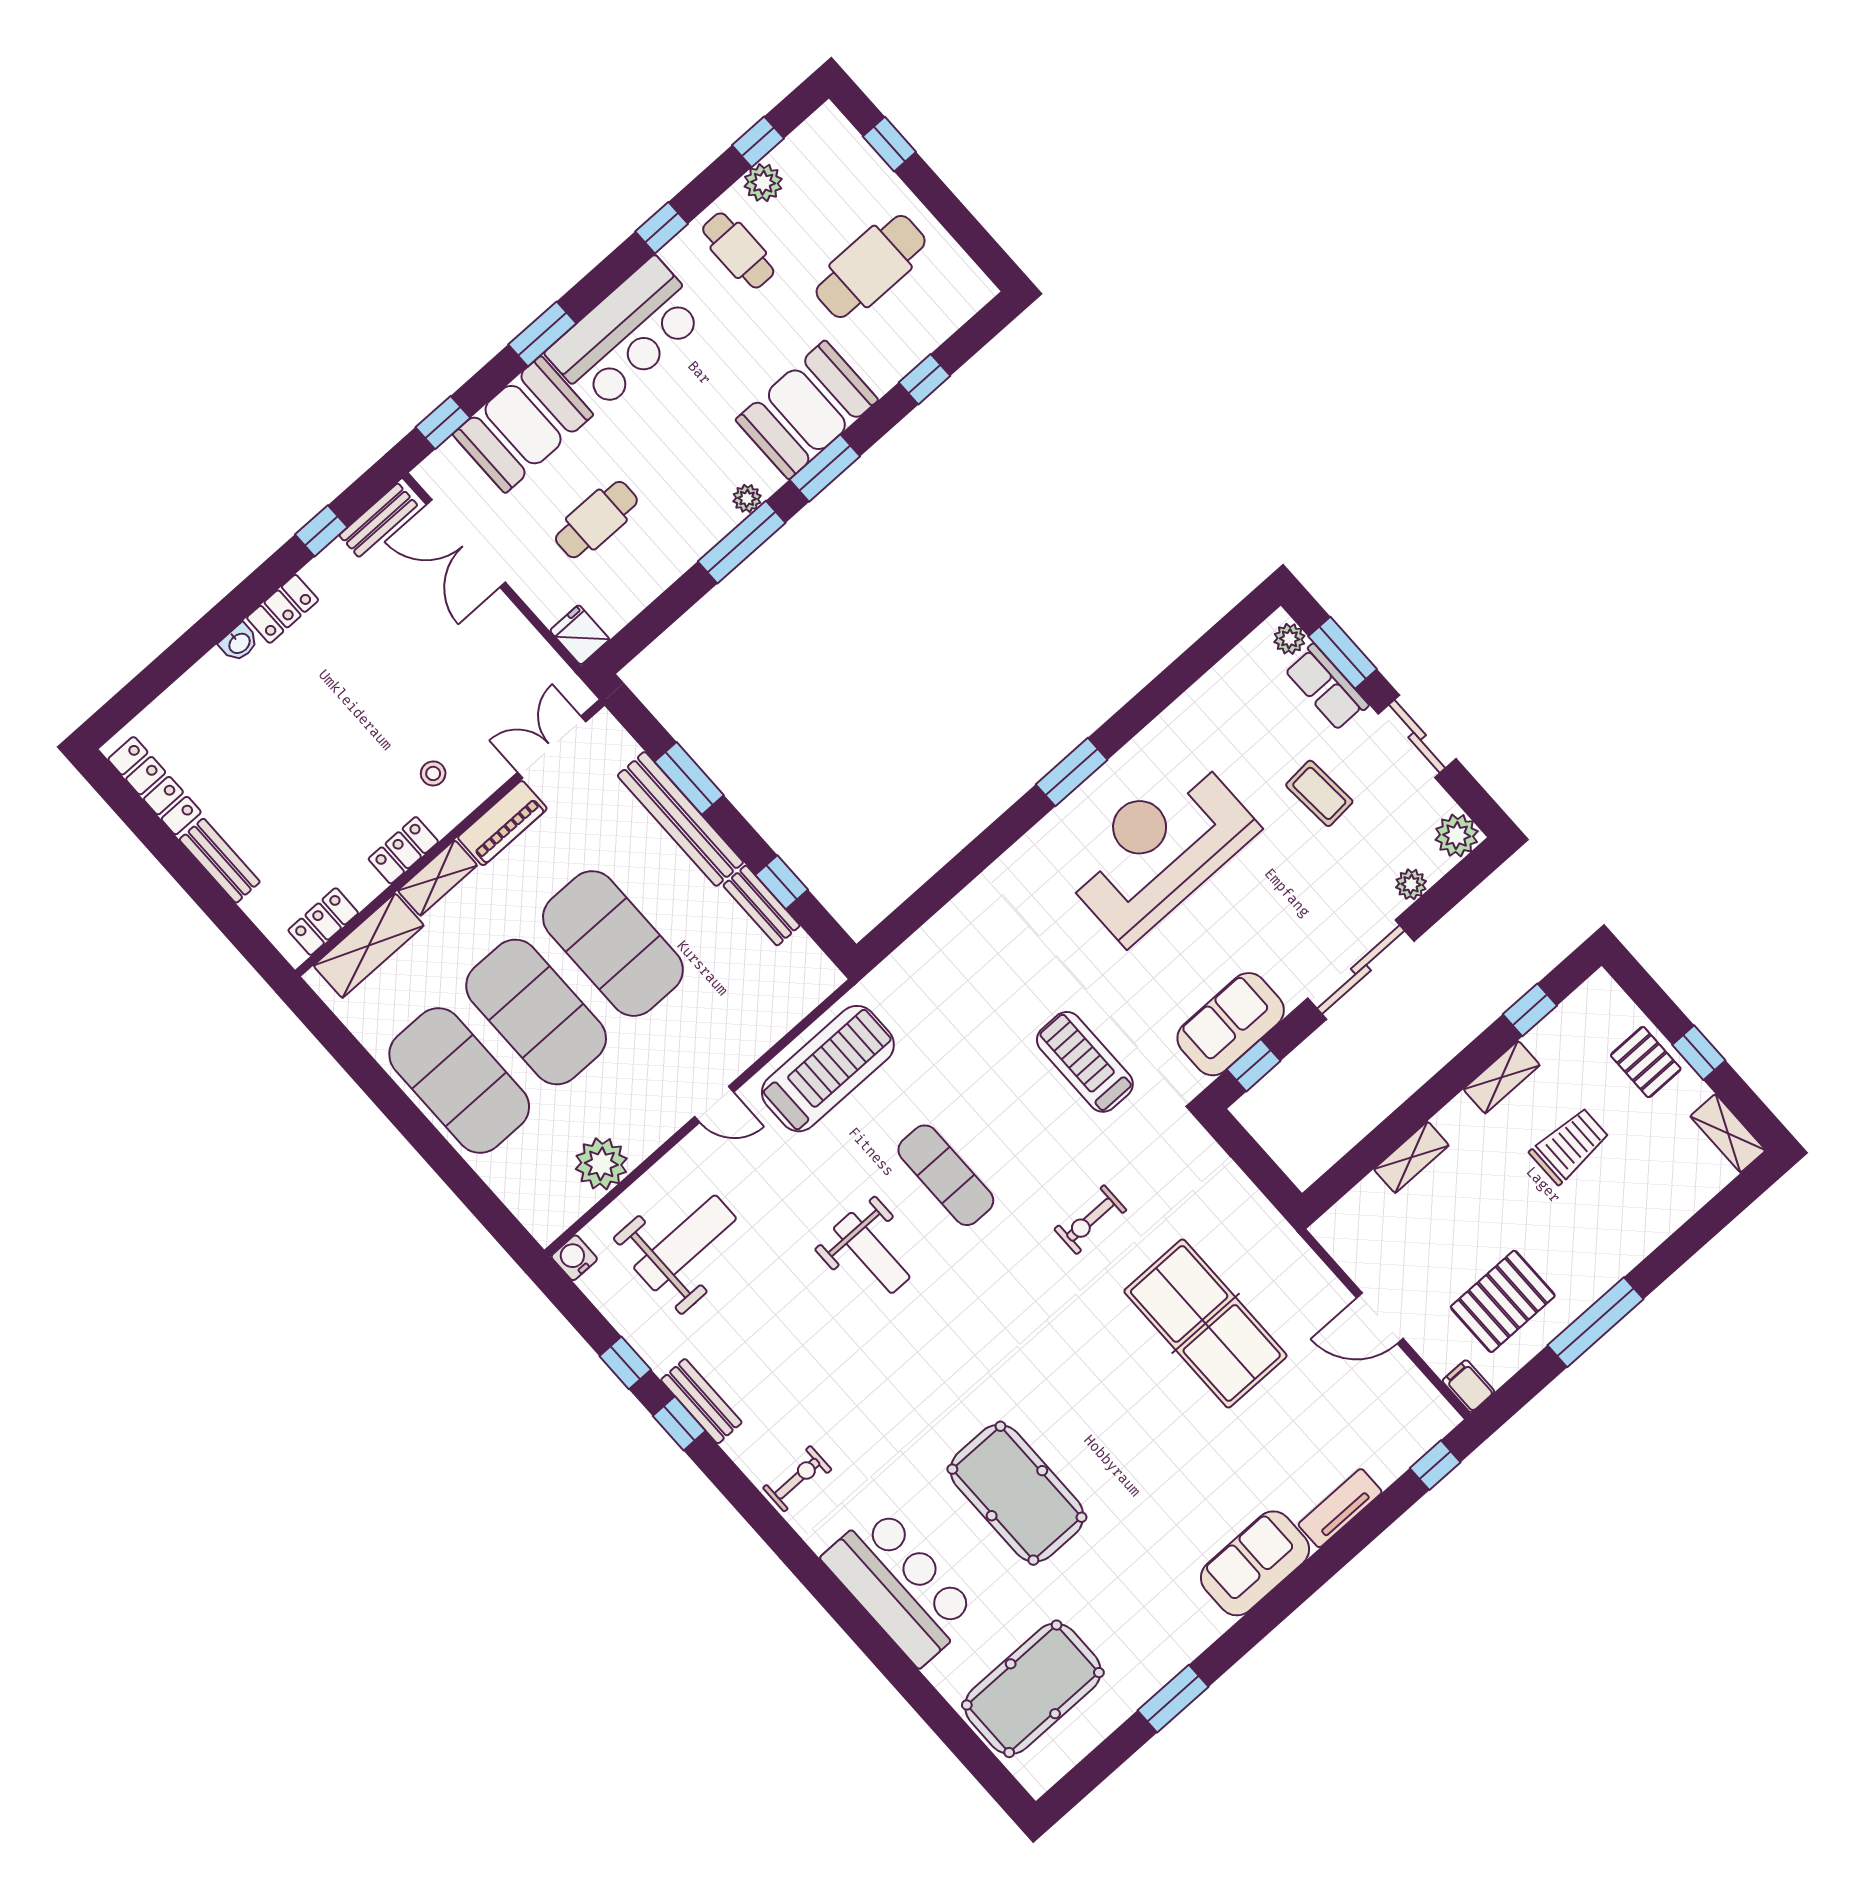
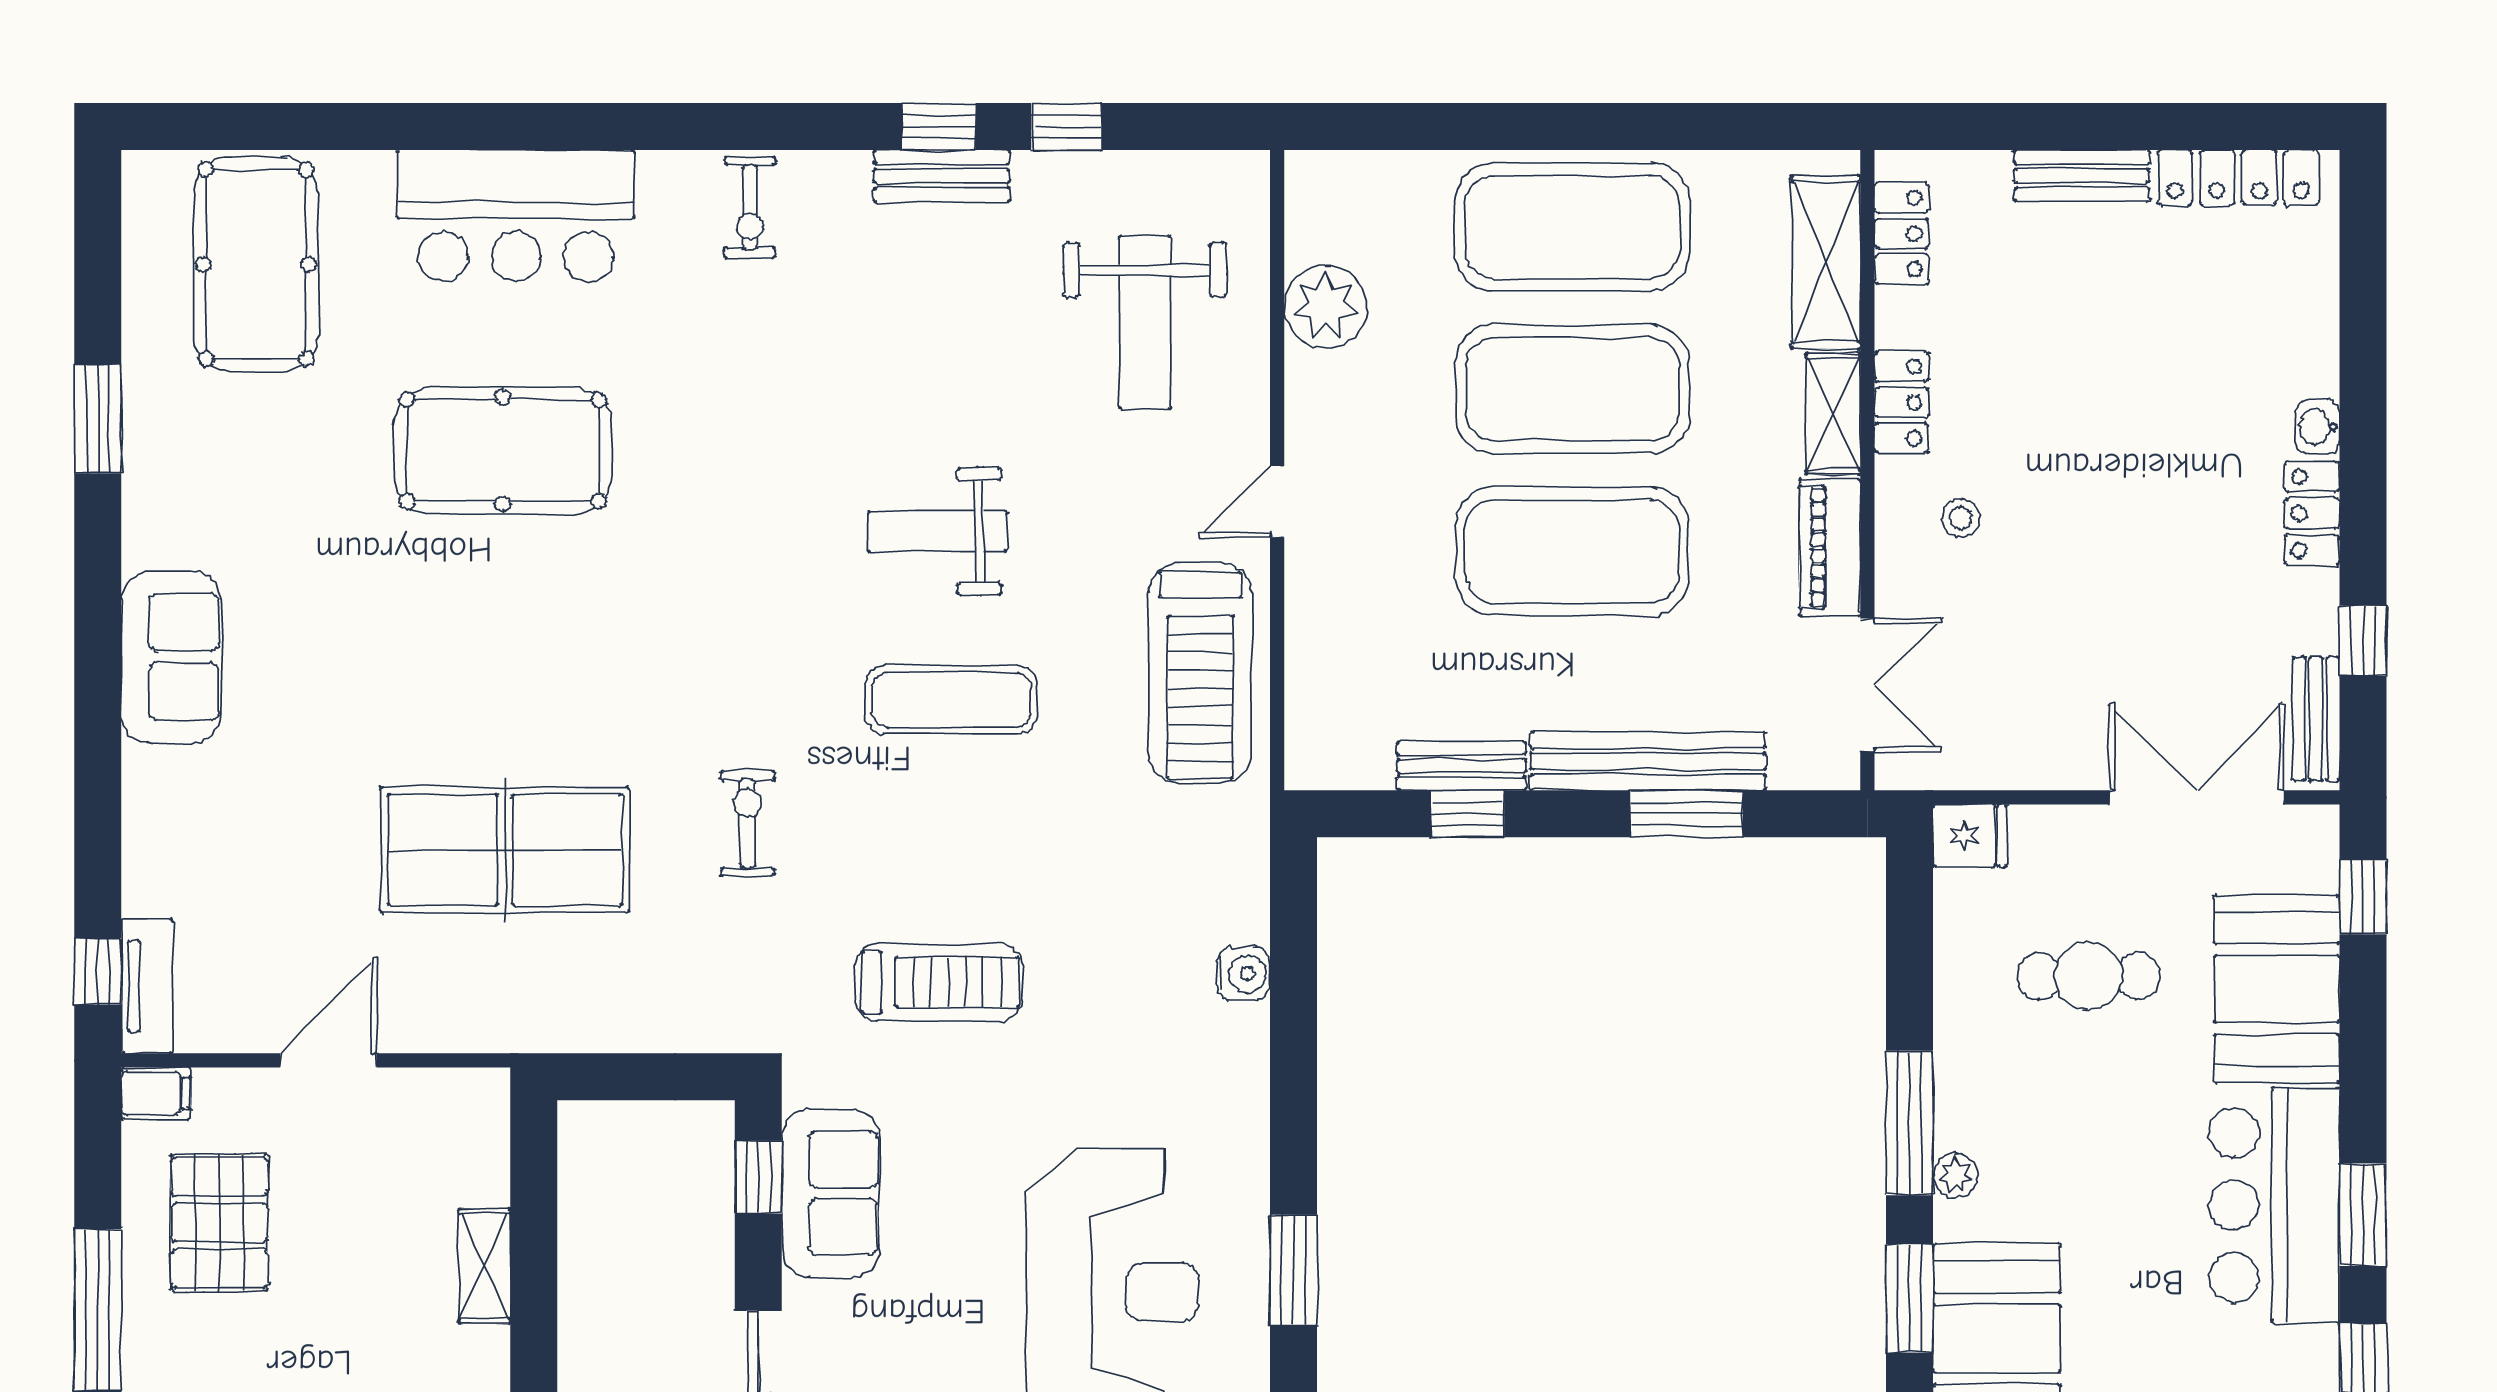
window: (542, 334) -> (2363, 1215), moved
cafe table: (596, 520) -> (2088, 976), turned 90
water cooler: (574, 1258) -> (1243, 974), moved
tv unit: (1340, 1508) -> (147, 986), moved

